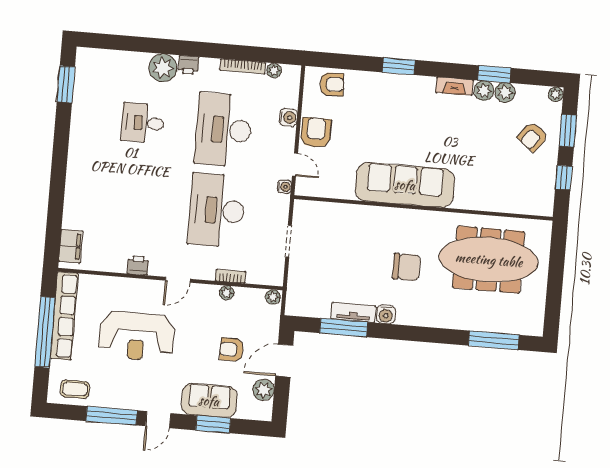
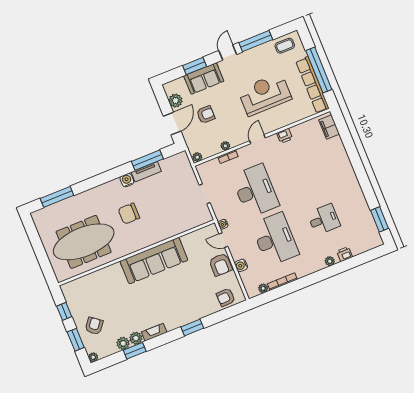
printer: (188, 65) -> (345, 254), moved
plant: (163, 68) -> (330, 261), width x0.53, depth x0.53

